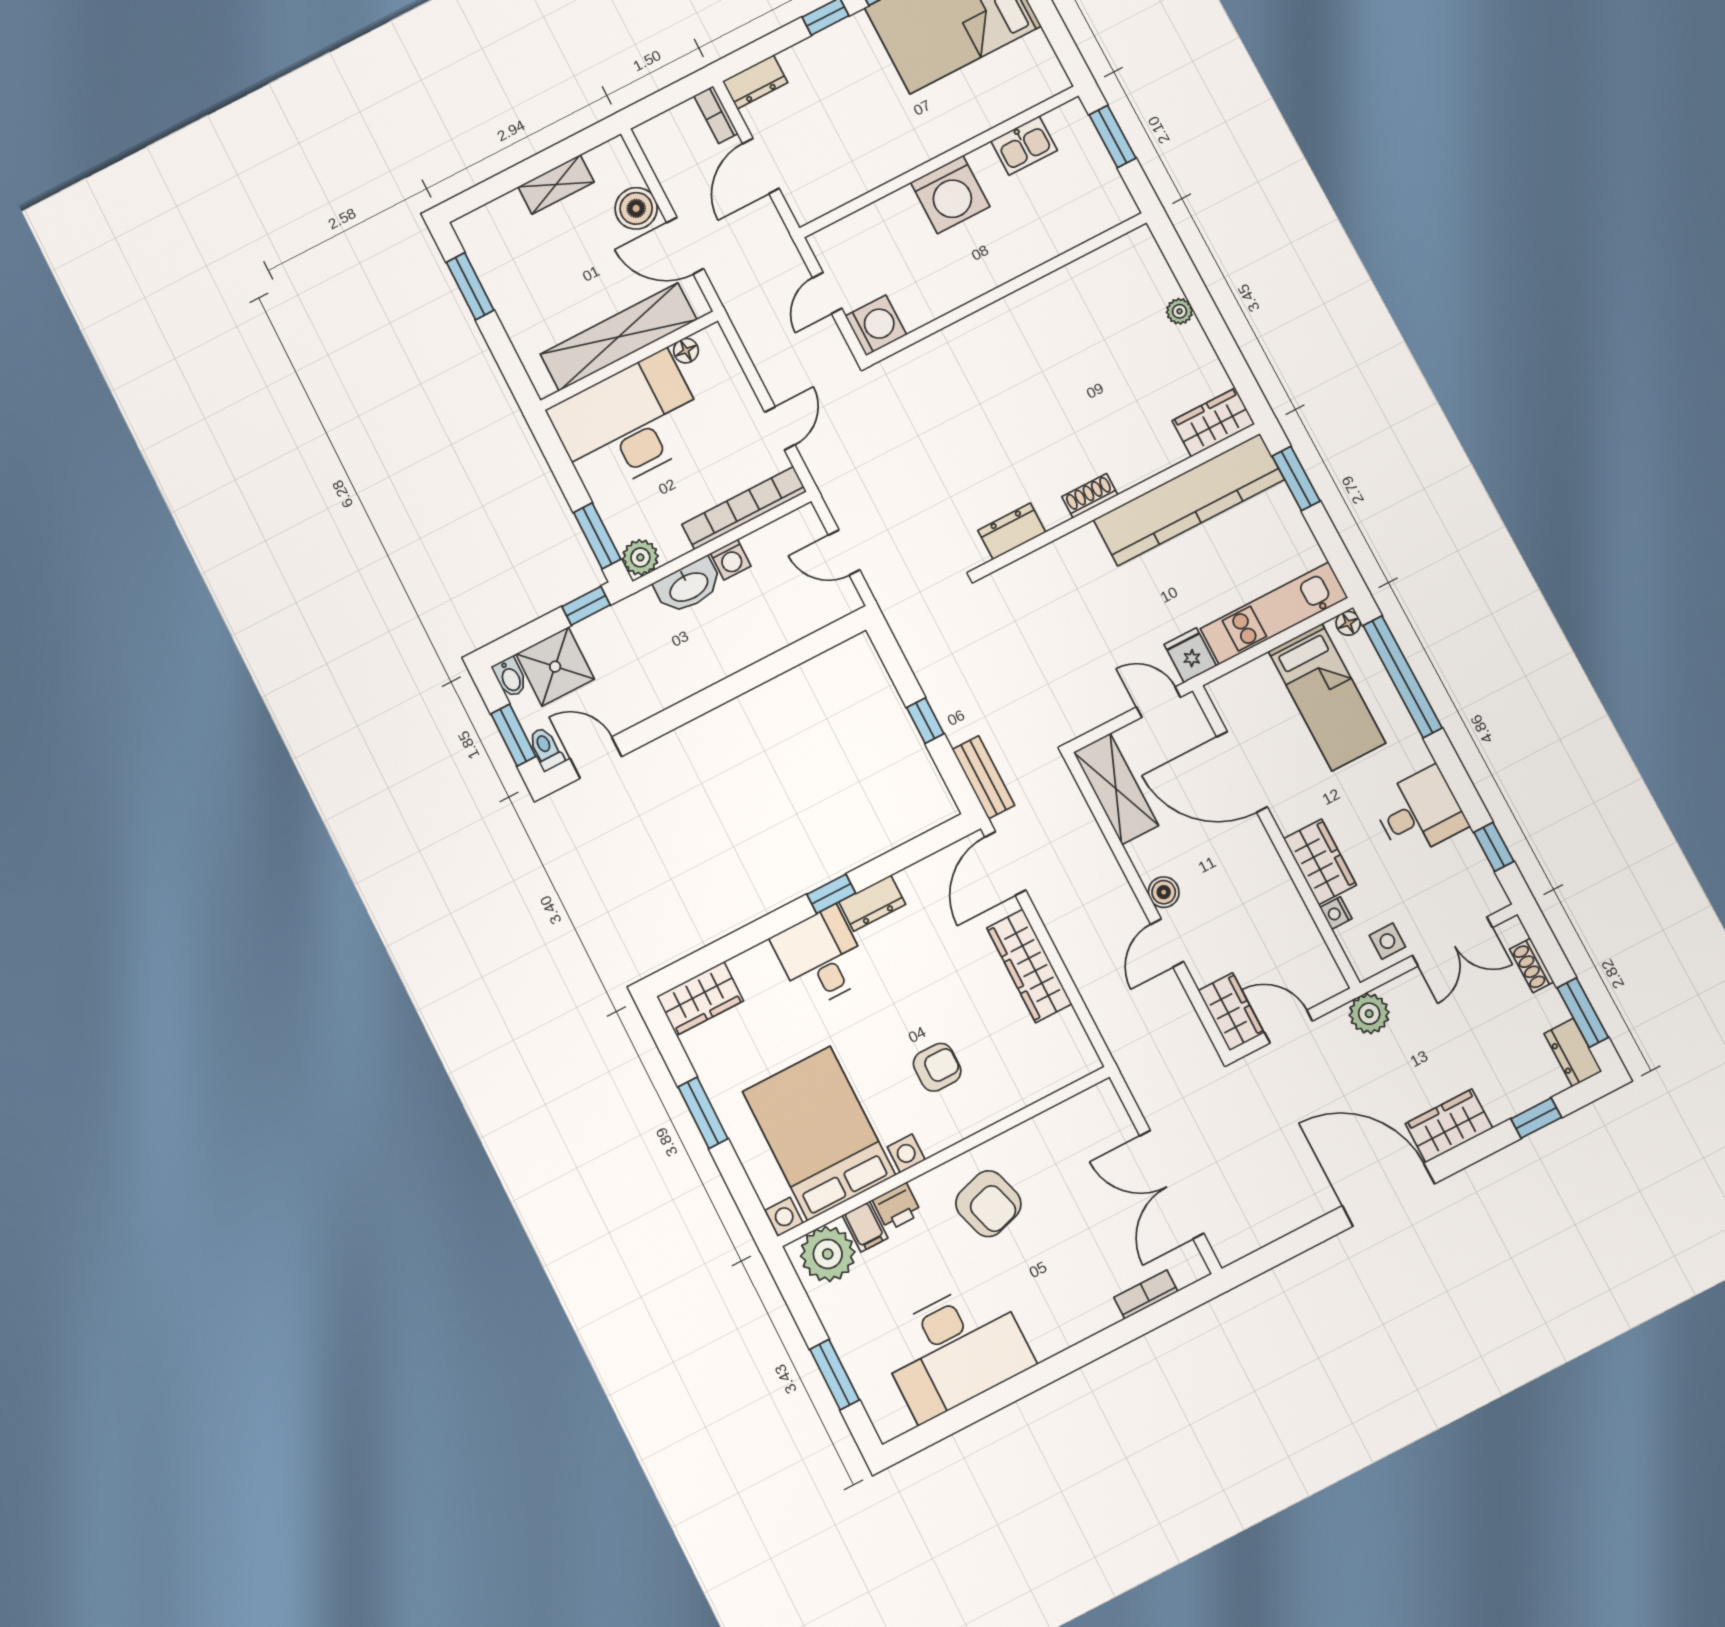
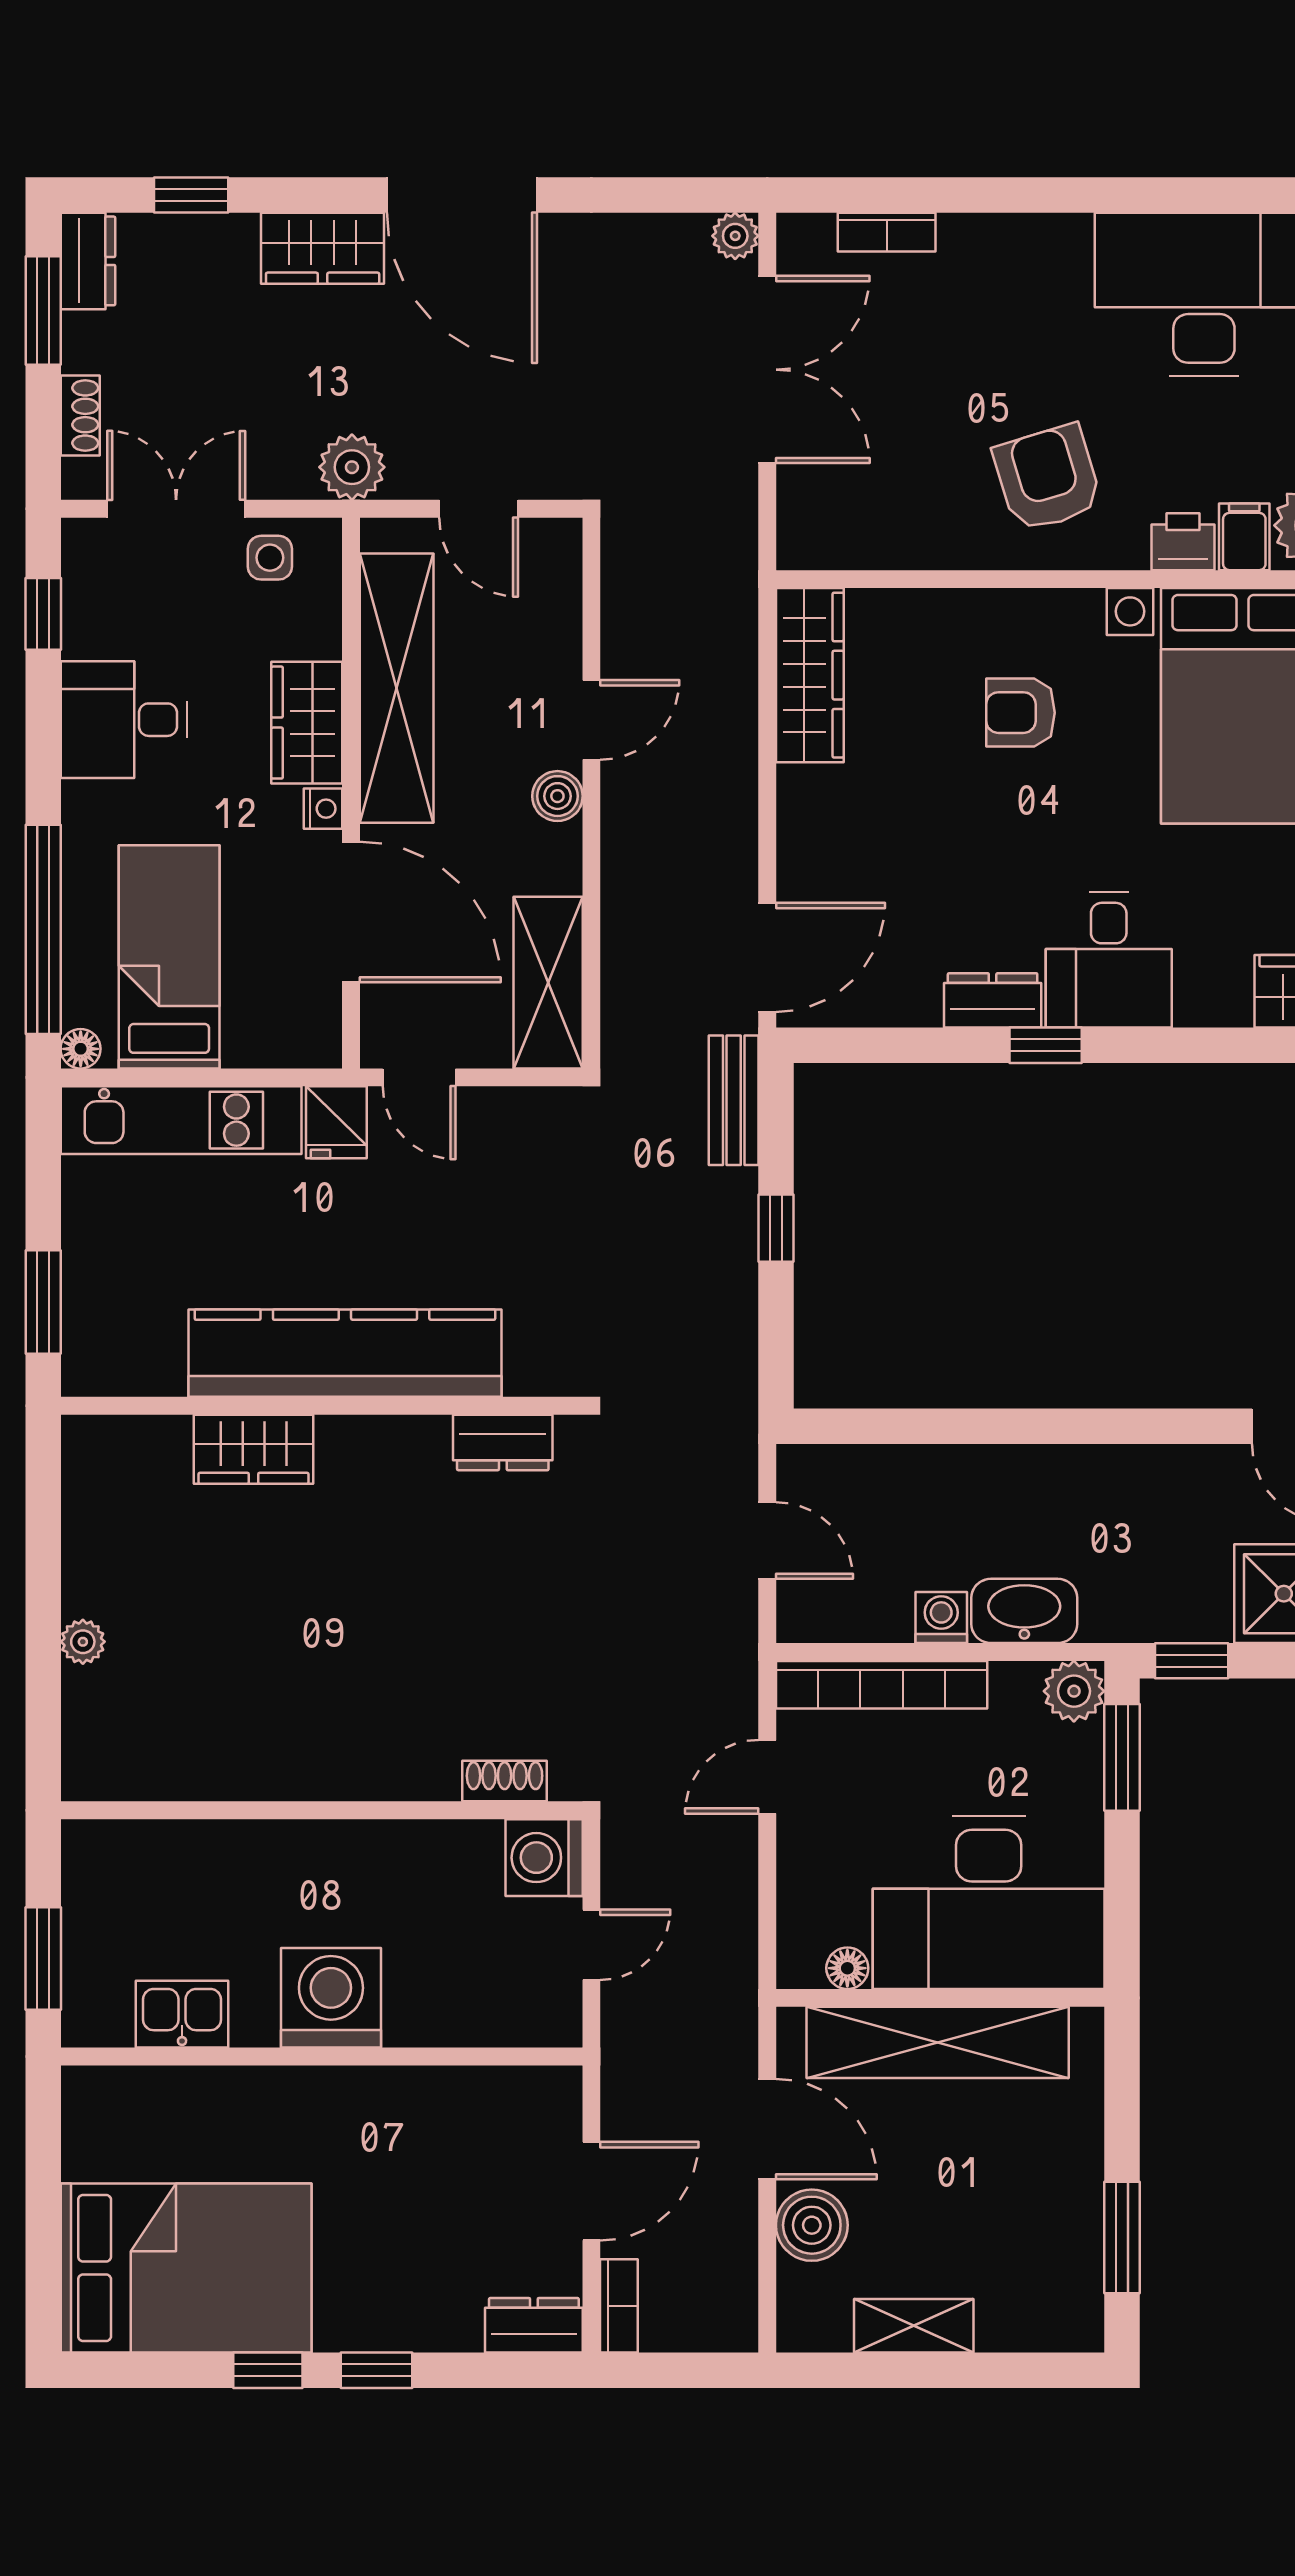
wardrobe: (1213, 422) -> (253, 1449), moved
shoe rack: (1090, 496) -> (505, 1781), moved, turned 180
kitchen counter: (1189, 500) -> (345, 1353), moved
shelving: (1281, 906) -> (397, 688), added
nightstand: (1336, 913) -> (323, 809), moved
wardrobe: (1029, 966) -> (810, 675), moved
wardrobe: (1231, 1012) -> (551, 573), removed
plant: (1227, 1250) -> (735, 236), added

